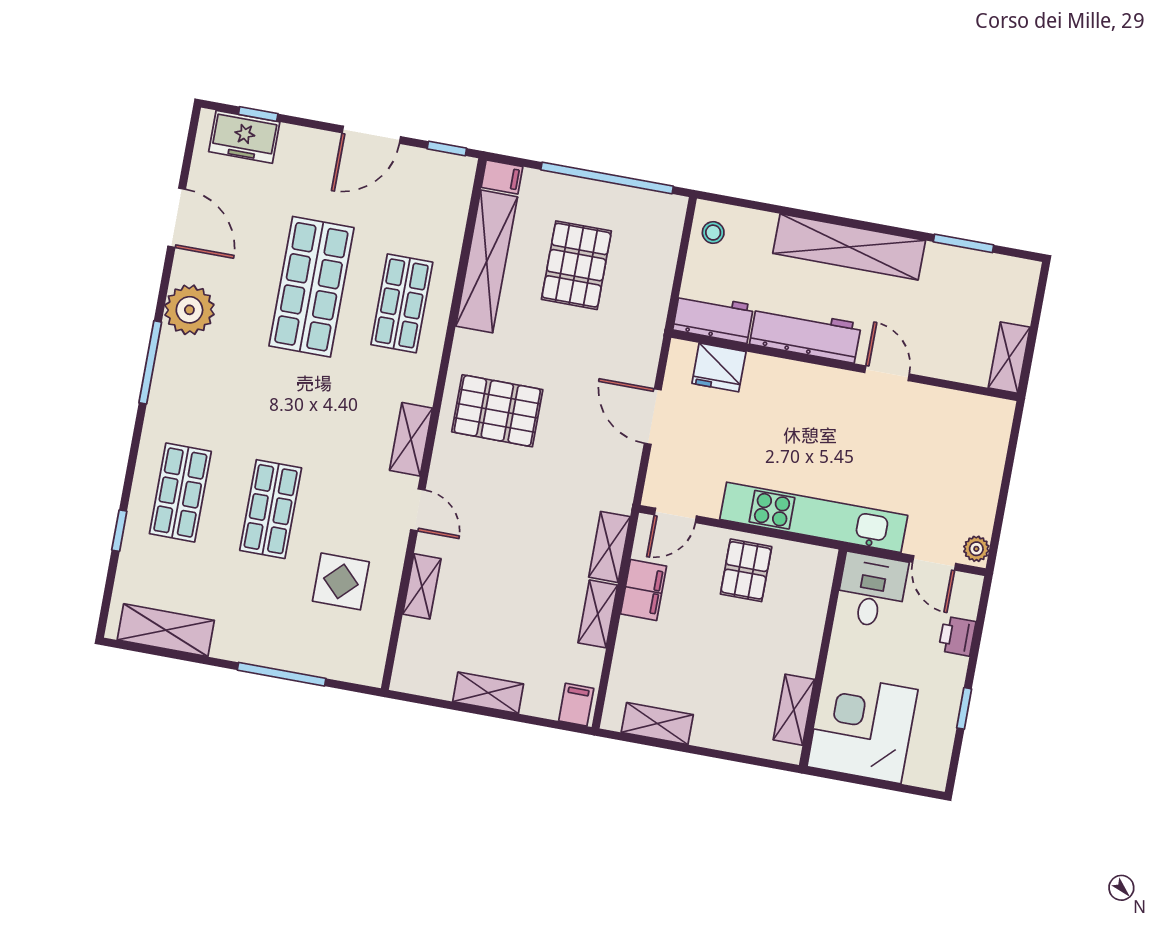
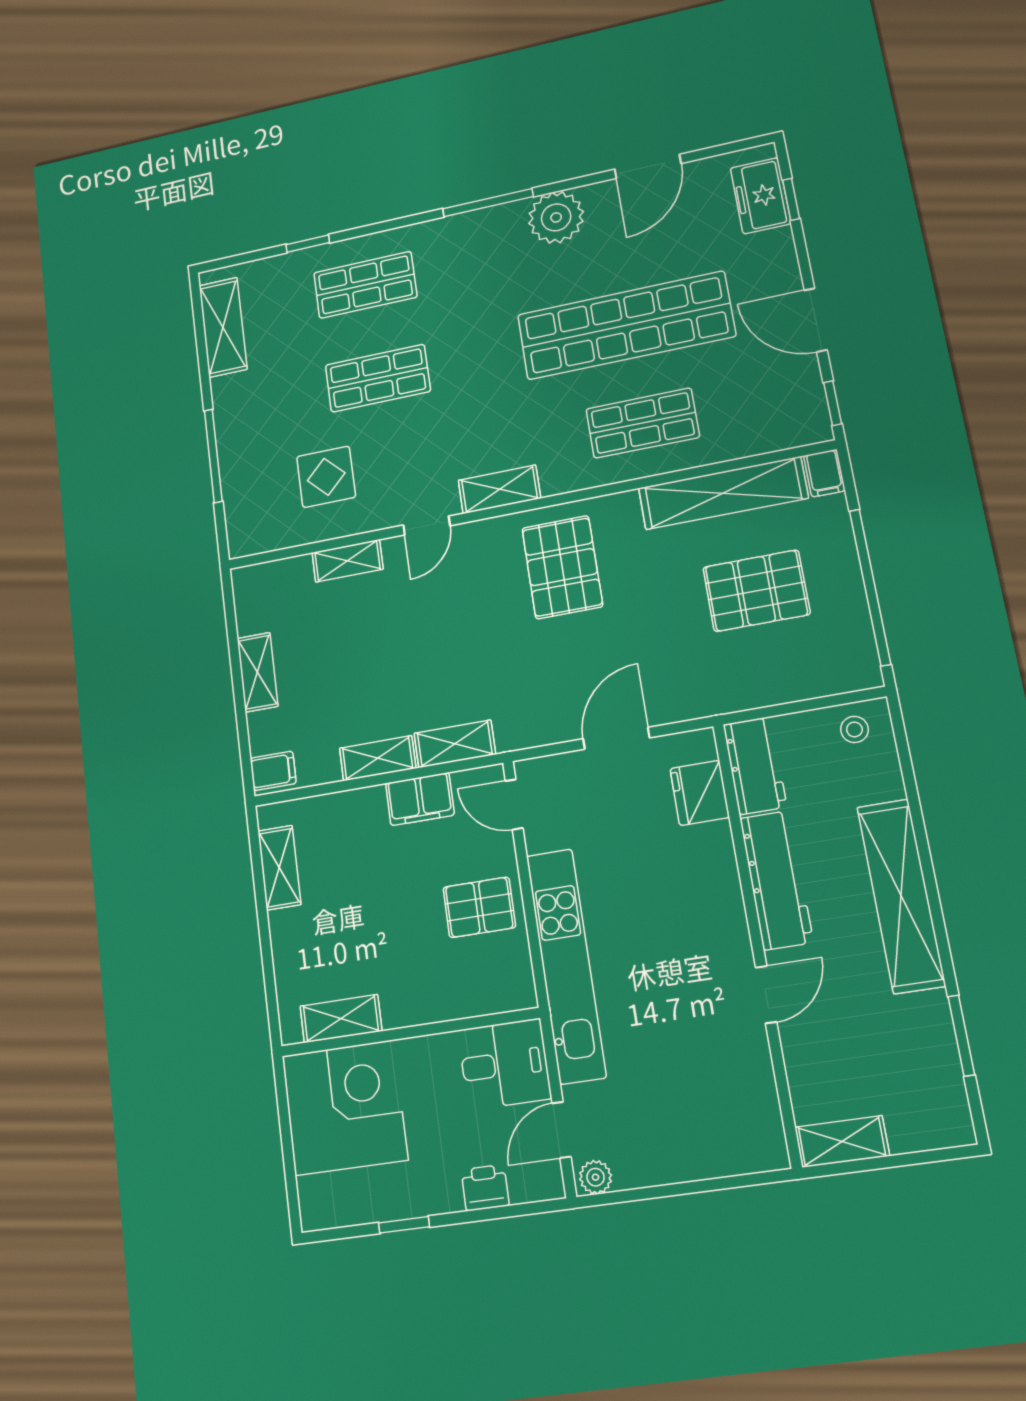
shop shelf: (311, 287) -> (626, 325), width x1.40

